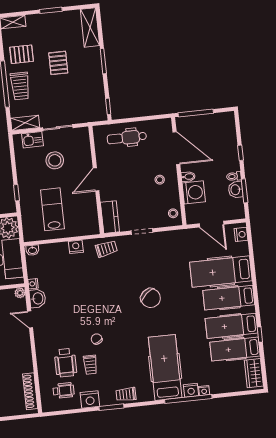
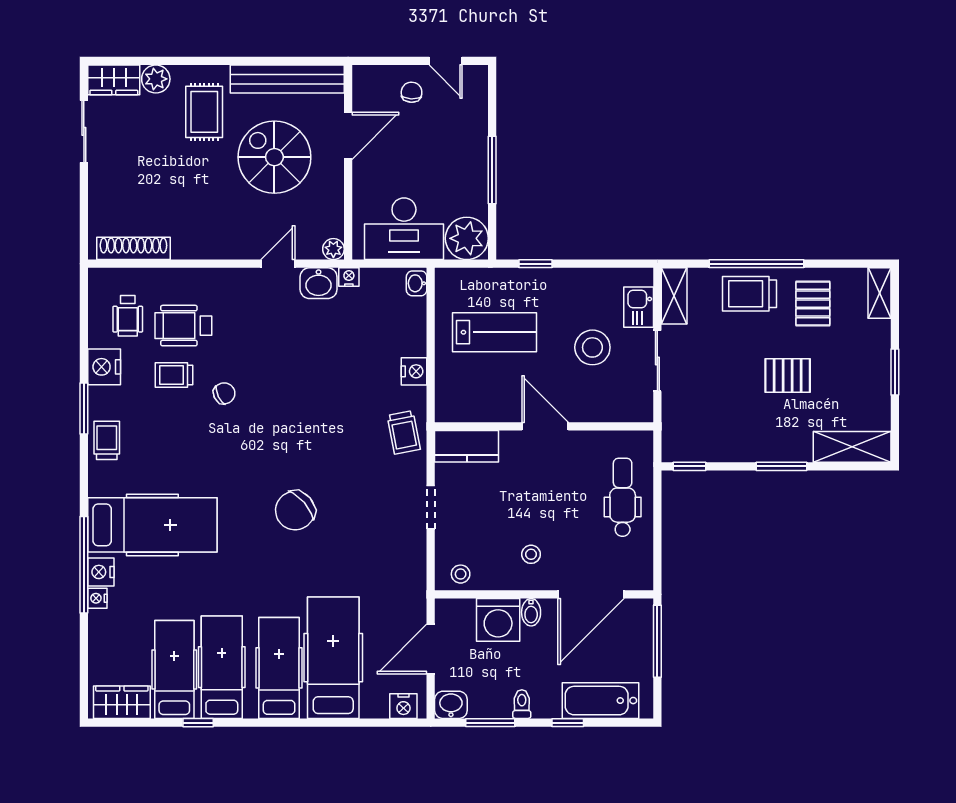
bathtub: (228, 138) -> (600, 701), added
washbasin: (236, 190) -> (451, 705), moved

